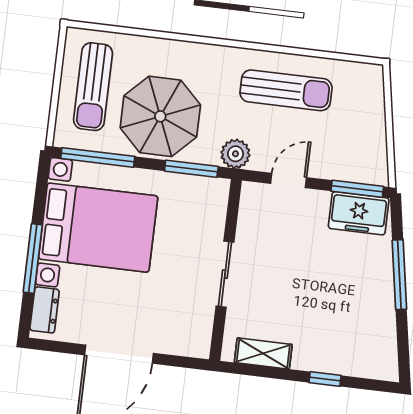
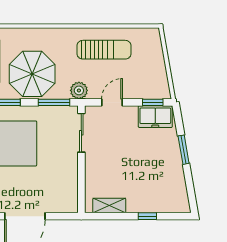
window: (357, 189) -> (153, 102), width x0.67
sliding door: (225, 274) -> (81, 133), moved
window: (399, 275) -> (184, 150), width x0.69

